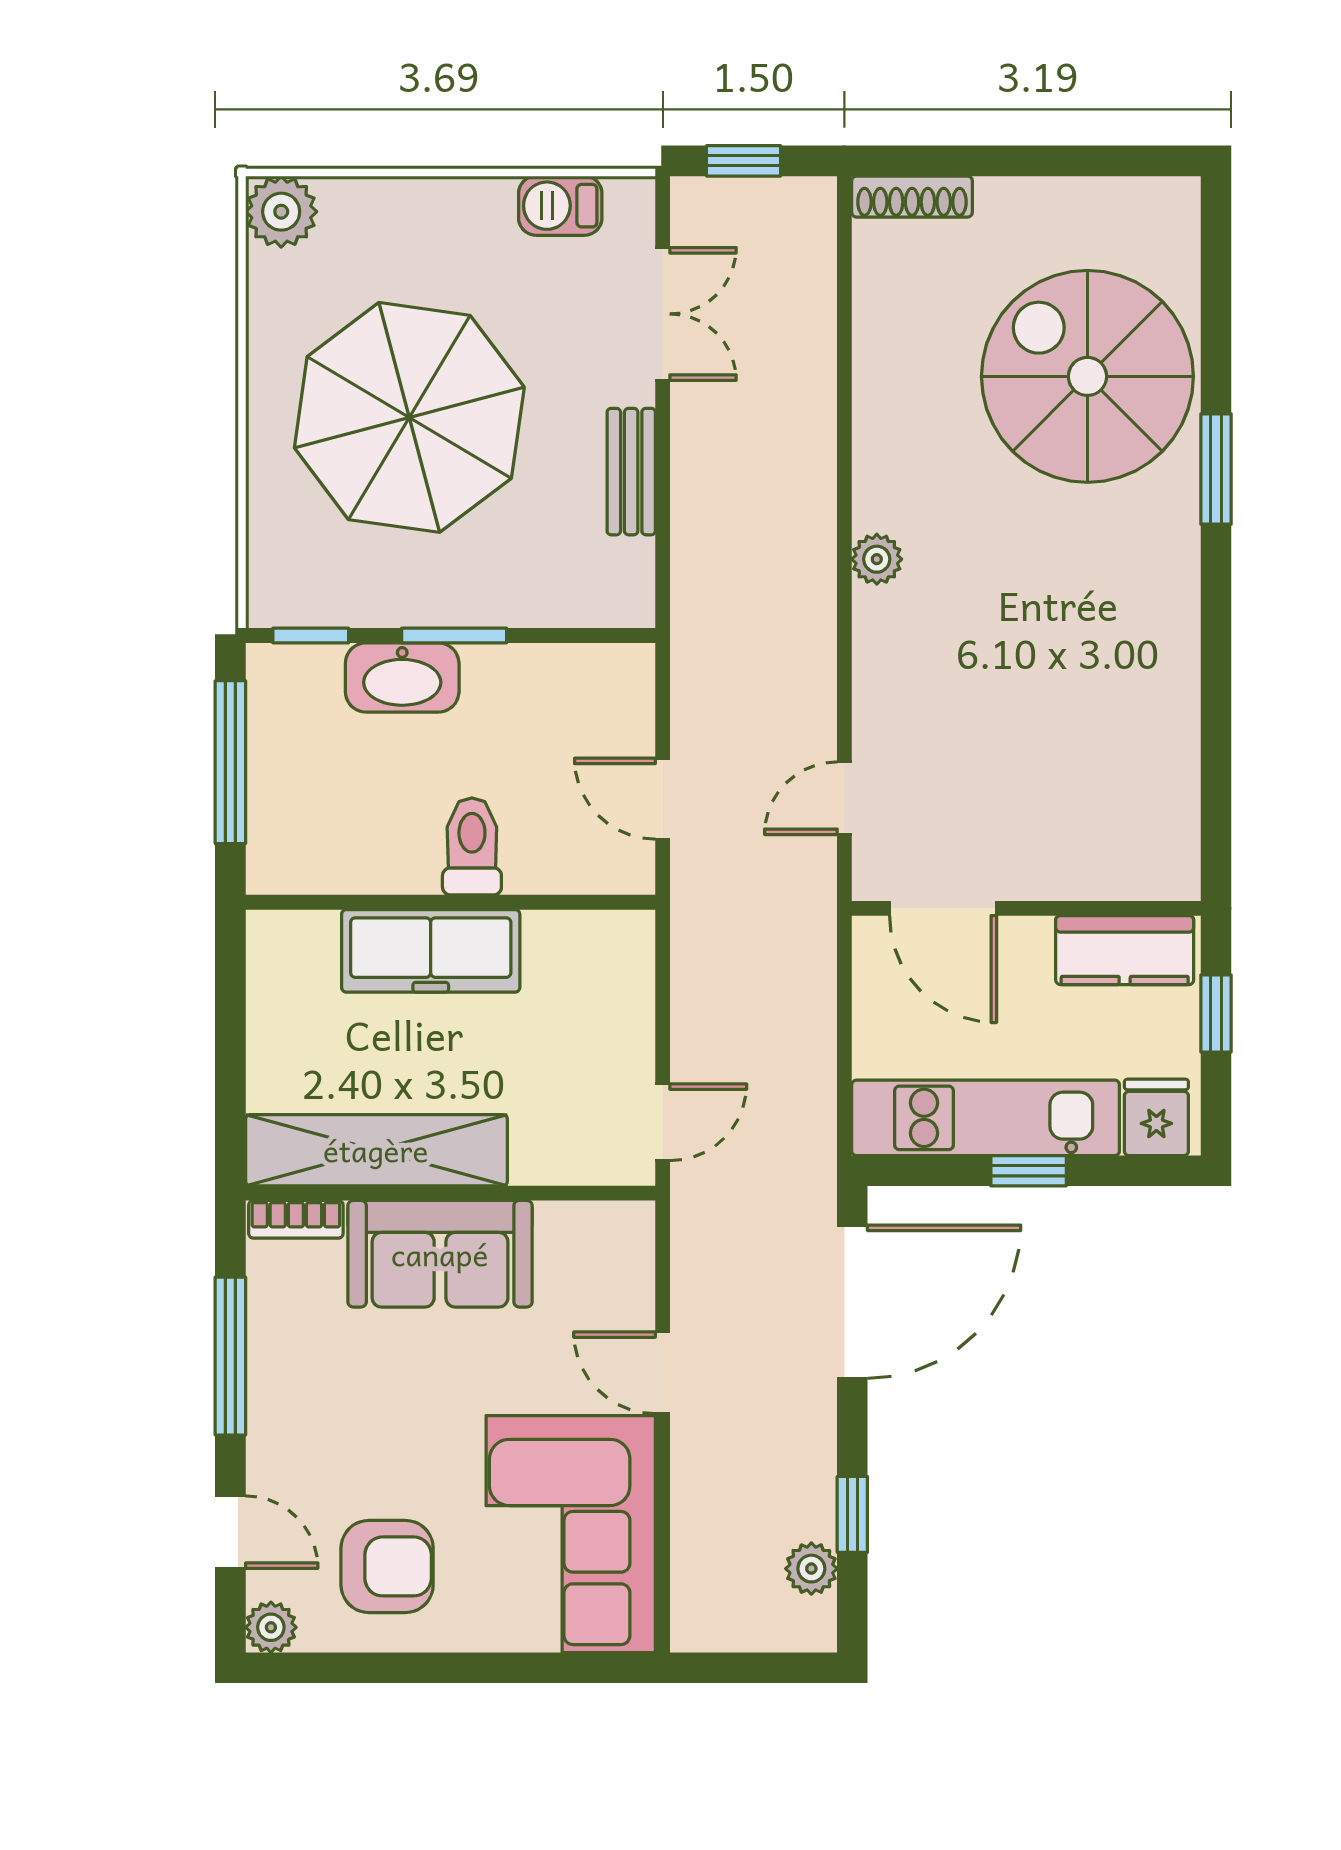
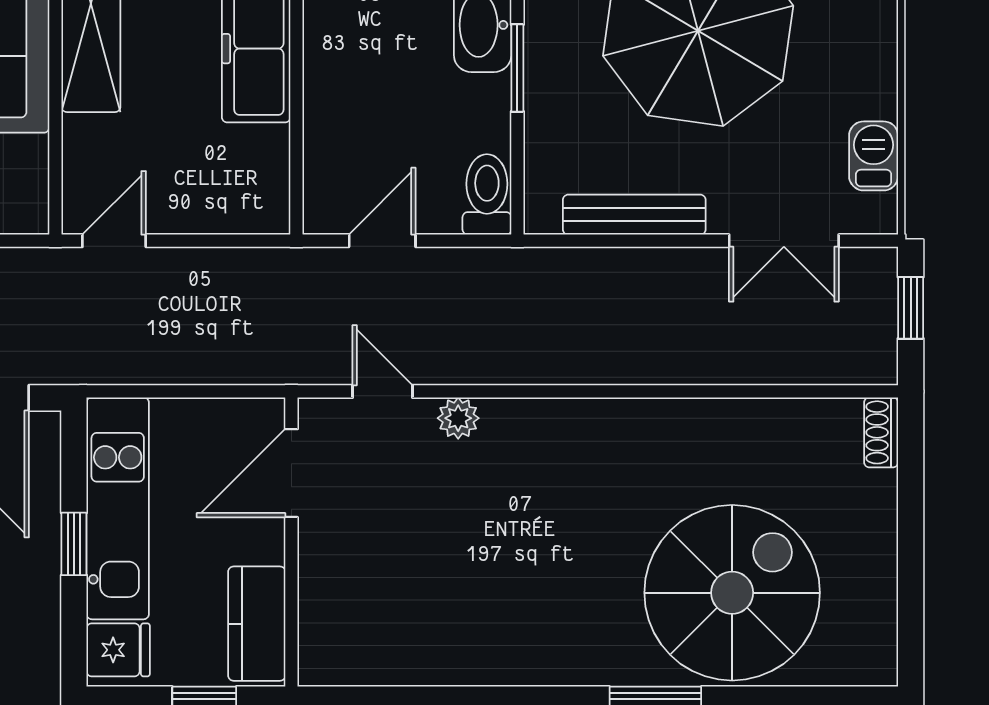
shoe rack: (912, 197) -> (881, 432), width x0.70
bench: (631, 472) -> (634, 215), width x1.36
plant: (877, 559) -> (458, 418), moved
toilet: (472, 846) -> (487, 194), moved, turned -90
door: (663, 1122) -> (114, 241), swing flipped

